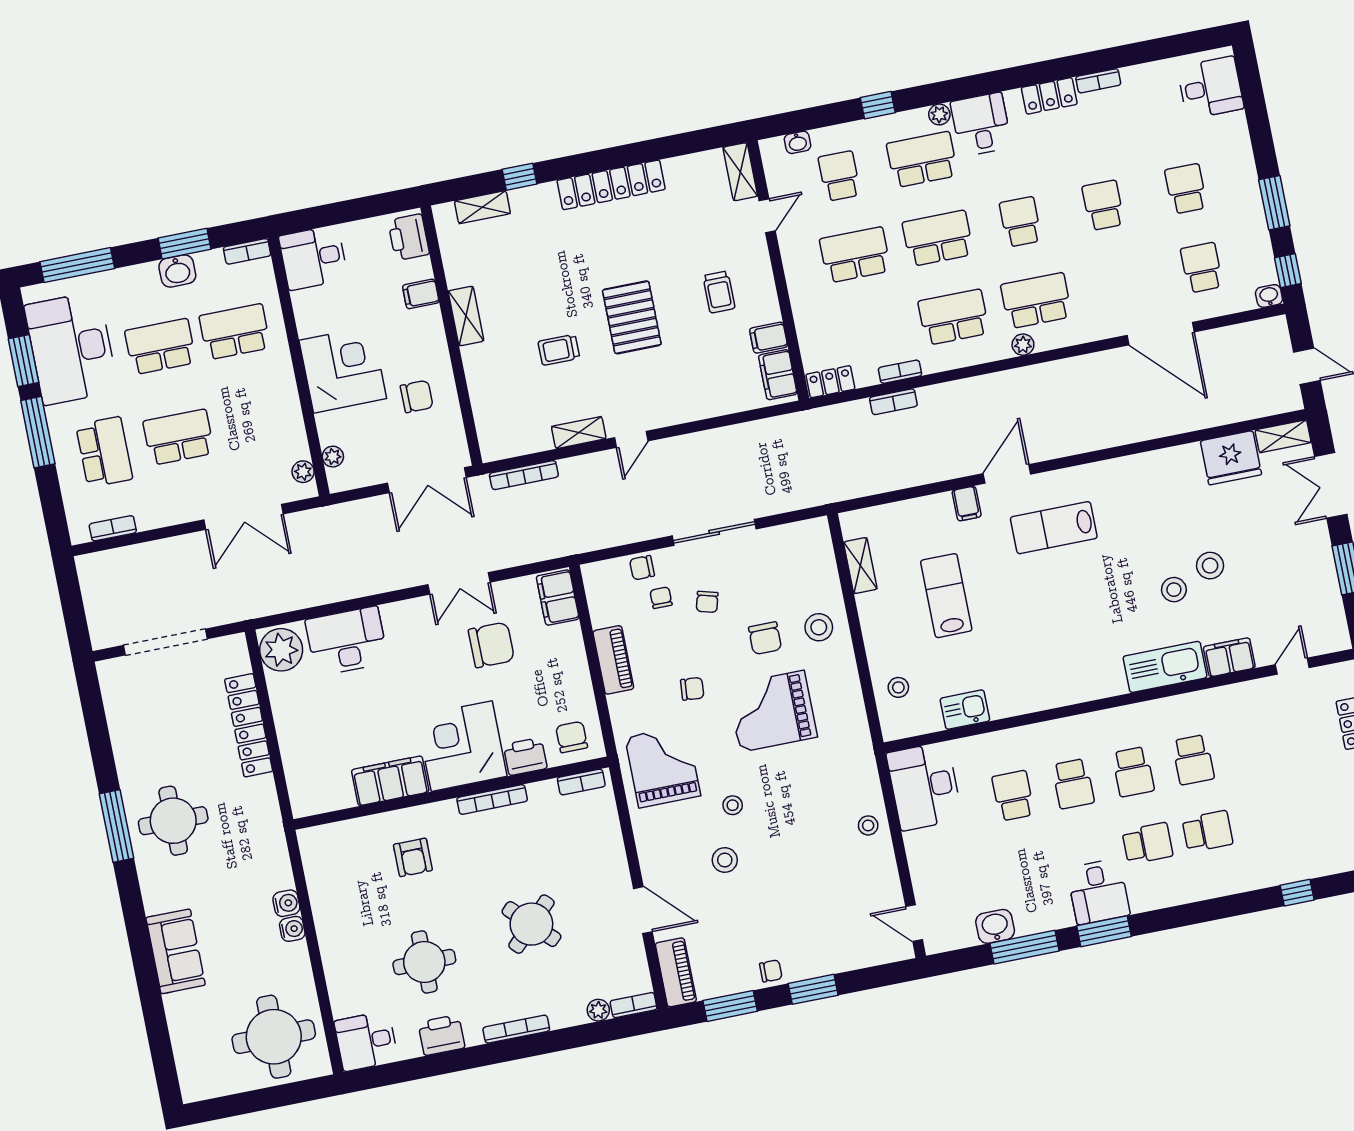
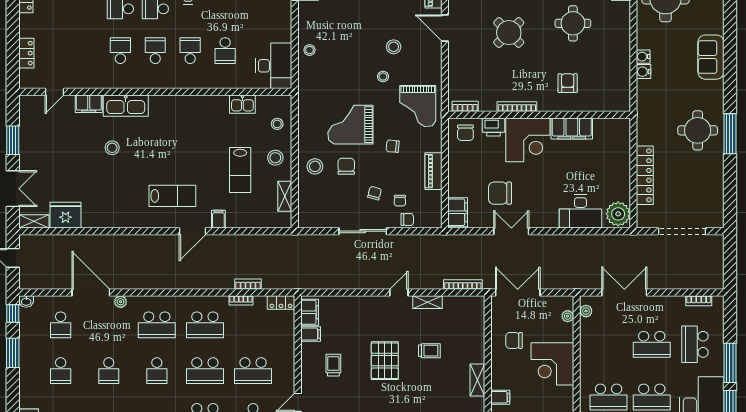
plant: (1023, 345) -> (121, 302), moved
stool: (1210, 566) -> (275, 158), moved
grand piano: (772, 711) -> (350, 125), turned 180

